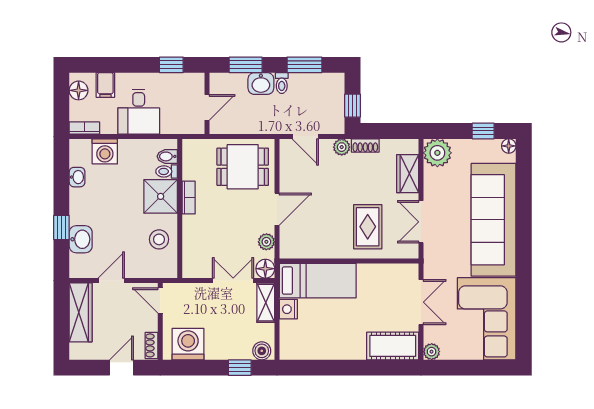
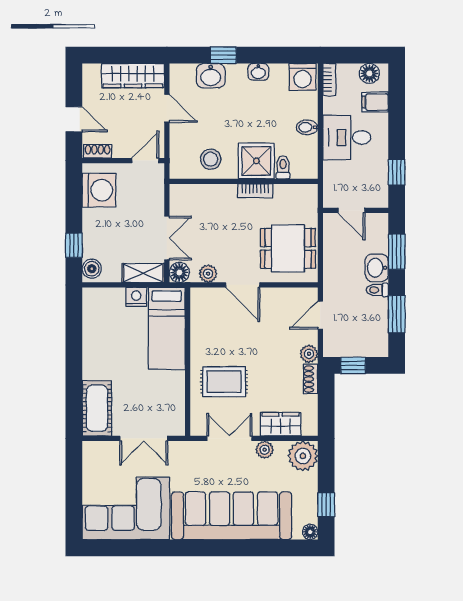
washing machine: (105, 151) -> (302, 77), moved, turned -90
bidet: (167, 156) -> (307, 127), moved, turned -90
dining table: (243, 167) -> (288, 248), turned 90
washbasin: (77, 177) -> (258, 72), moved
plant: (432, 352) -> (265, 450), moved

